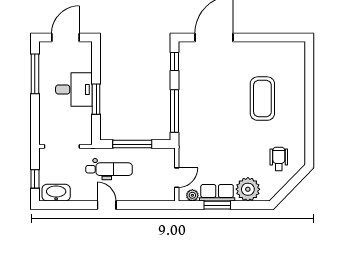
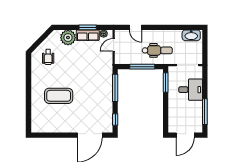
desk: (74, 90) -> (191, 90), moved, turned 180
window: (96, 99) -> (166, 83), moved
coffee table: (262, 99) -> (59, 96), turned 90
dental chair: (109, 169) -> (157, 50), turned 180
window: (35, 179) -> (205, 44), removed
door: (107, 205) -> (135, 27), moved

